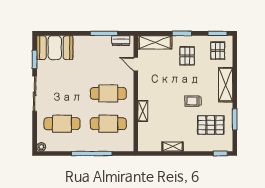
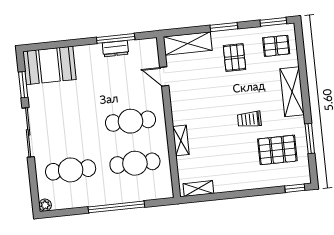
dresser: (121, 41) -> (115, 49), moved
pallet: (218, 51) -> (276, 46), turned 90
shelving: (173, 147) -> (198, 189), moved

